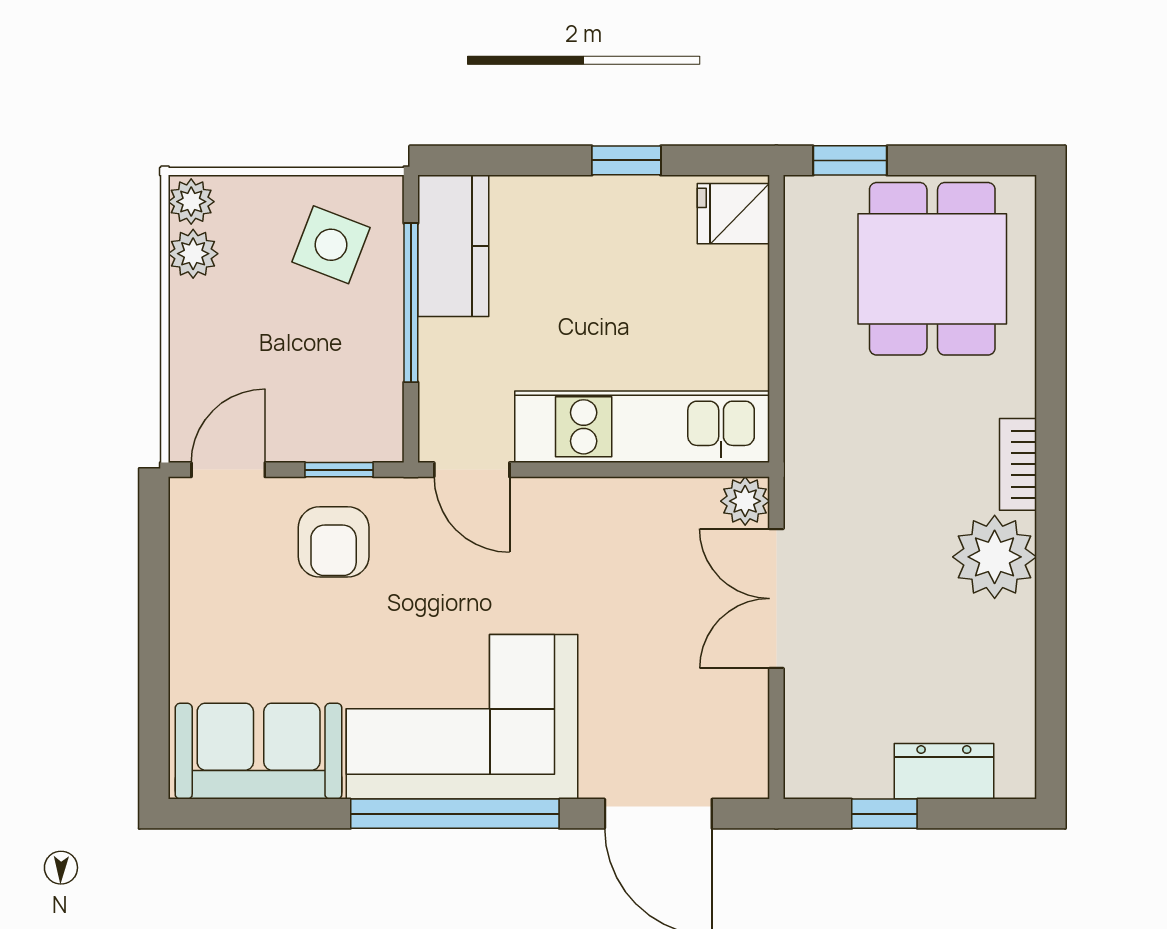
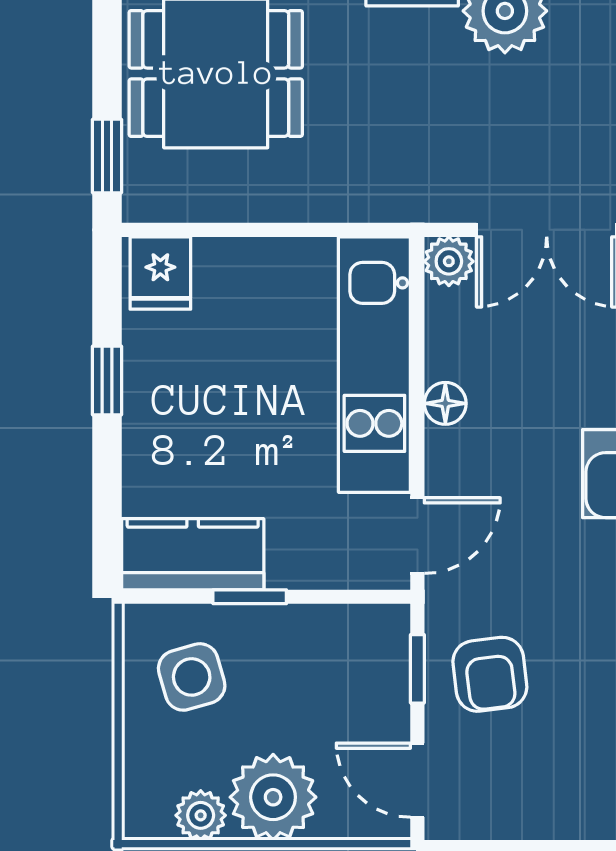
plant: (191, 202) -> (273, 797), moved, width x1.87, depth x1.87
side table: (331, 245) -> (192, 677), turned -37
window: (411, 303) -> (250, 597), width x0.46
floor lamp: (604, 497) -> (445, 403), added
armchair: (334, 542) -> (490, 674), turned 83

